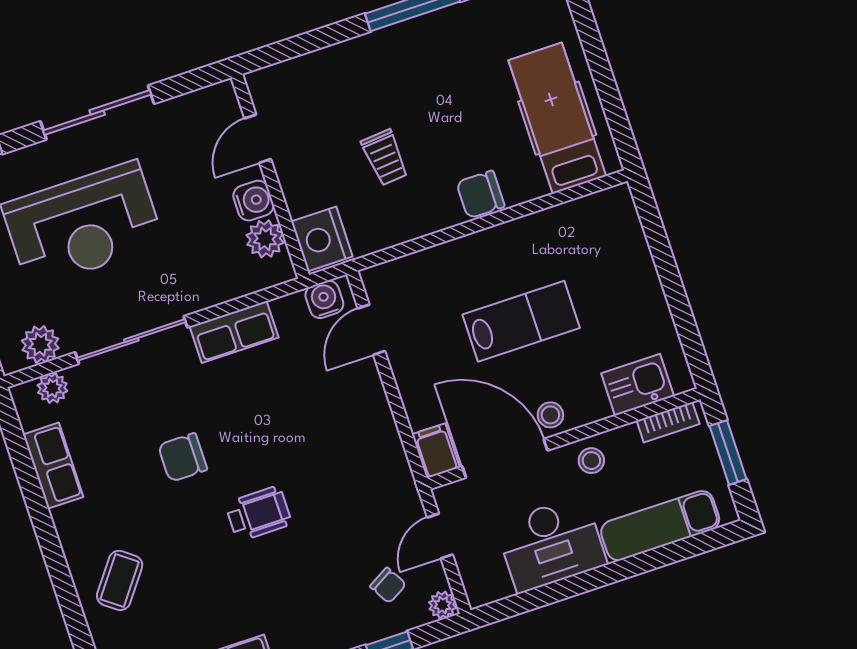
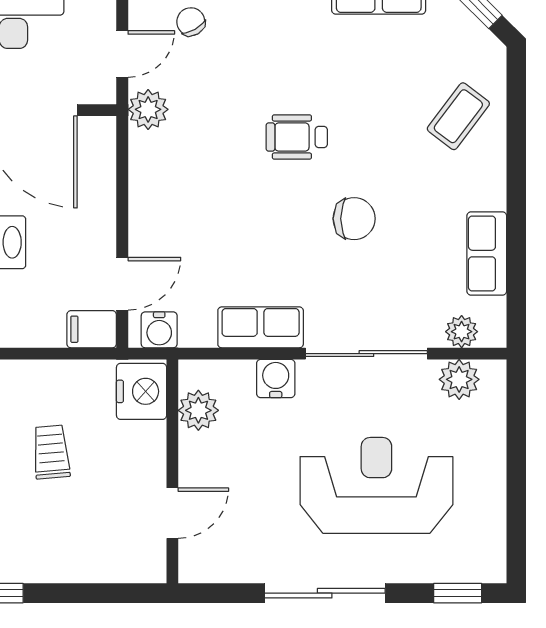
water cooler: (253, 201) -> (276, 378), moved, turned 90
filing cabinet: (436, 451) -> (92, 329), moved, turned 90
plant: (400, 494) -> (148, 109), added

